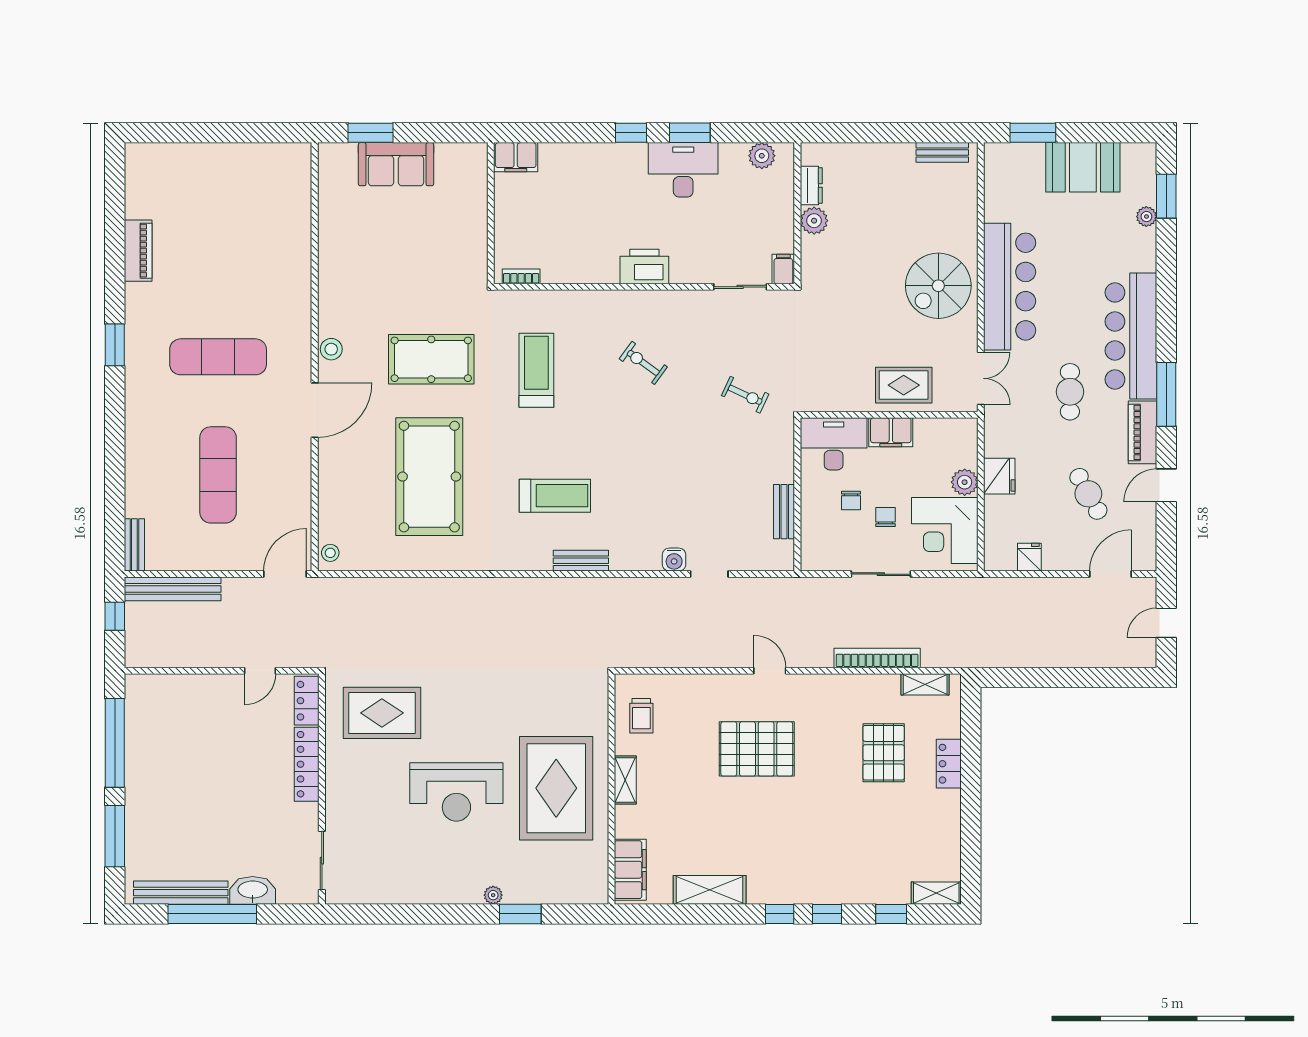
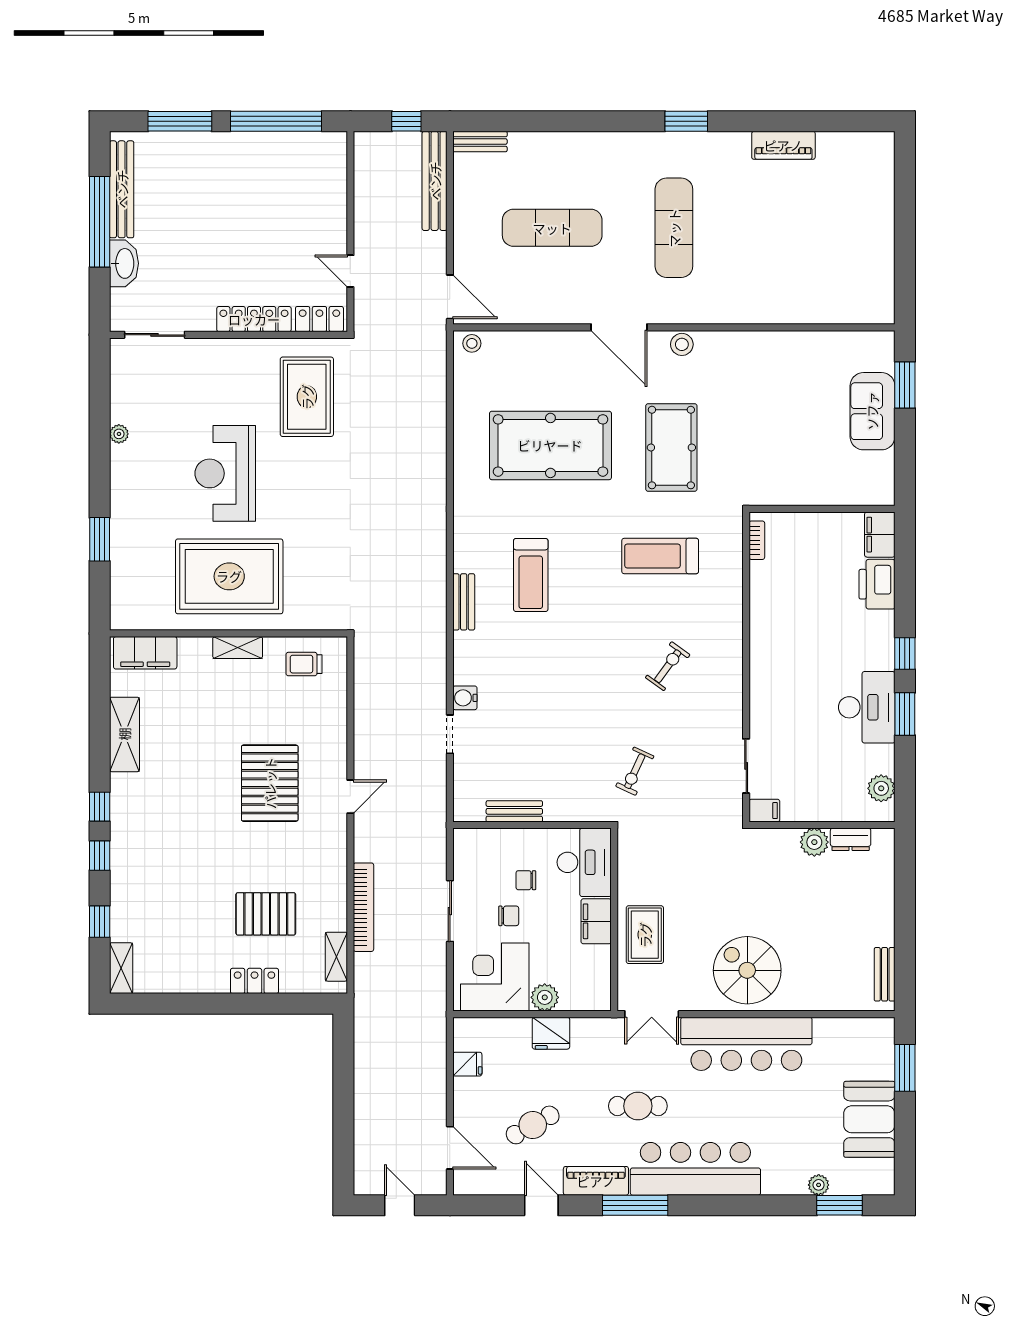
printer: (644, 267) -> (877, 584), moved, turned 180
treadmill: (536, 370) -> (660, 556), turned 180
plant: (493, 895) -> (119, 434), moved

